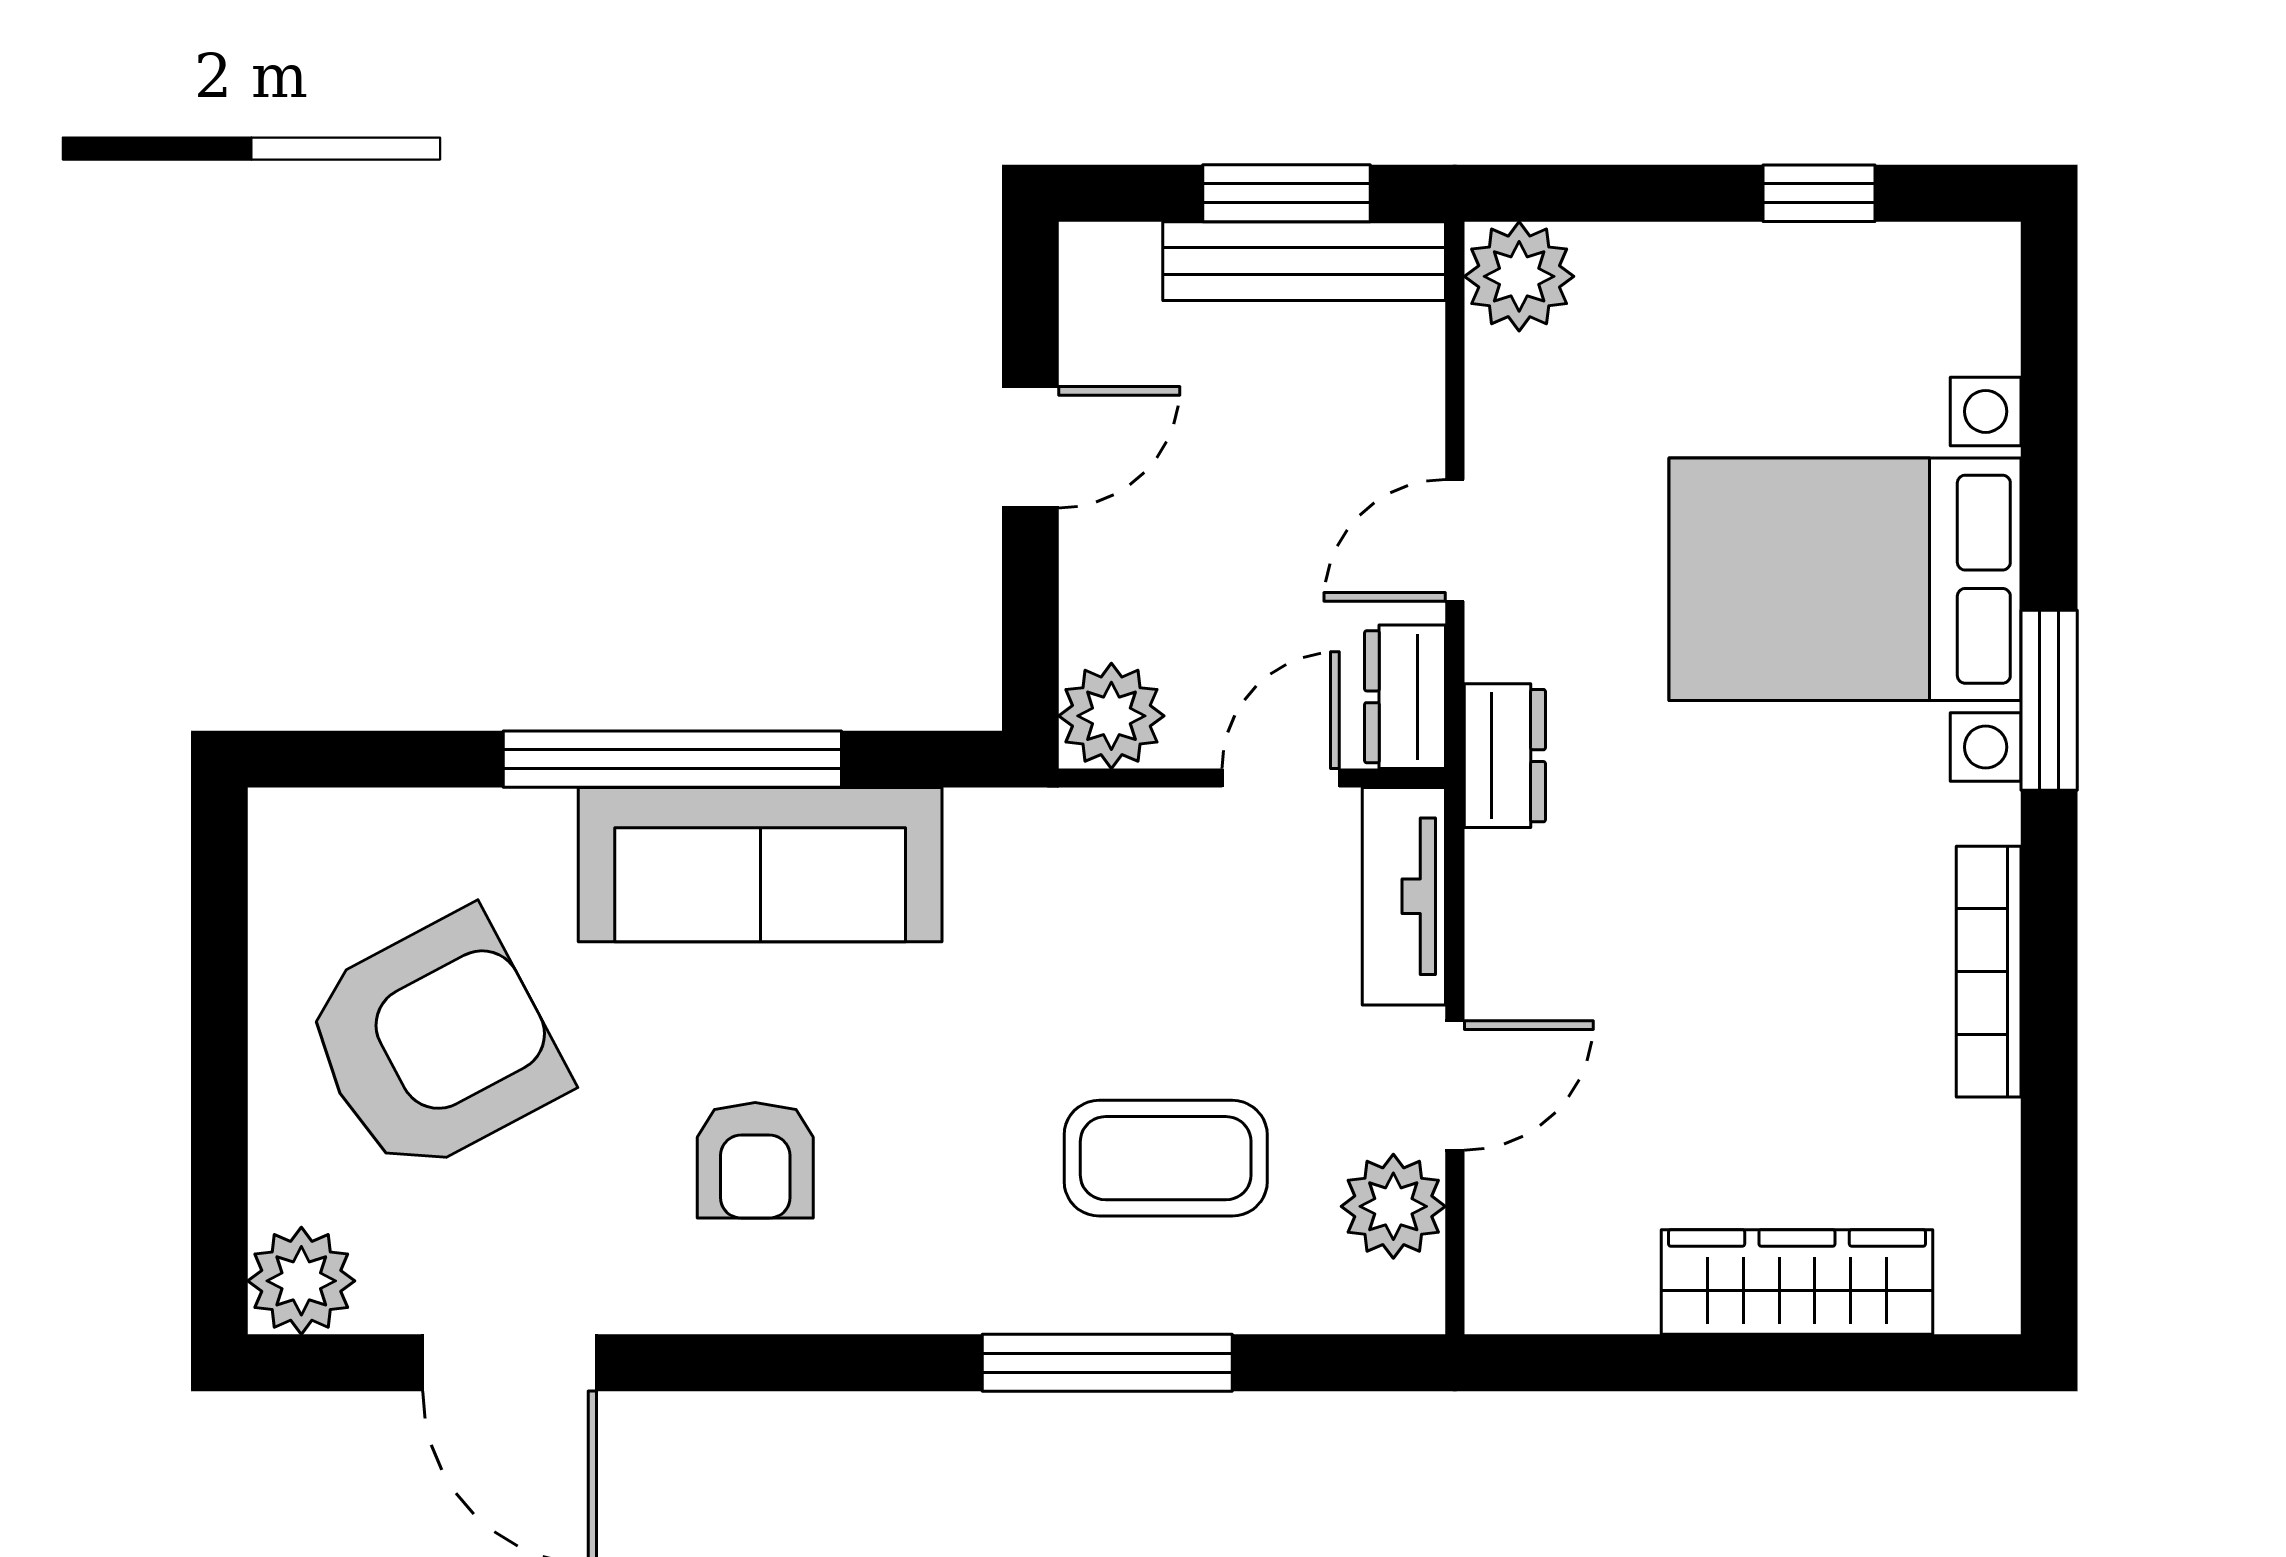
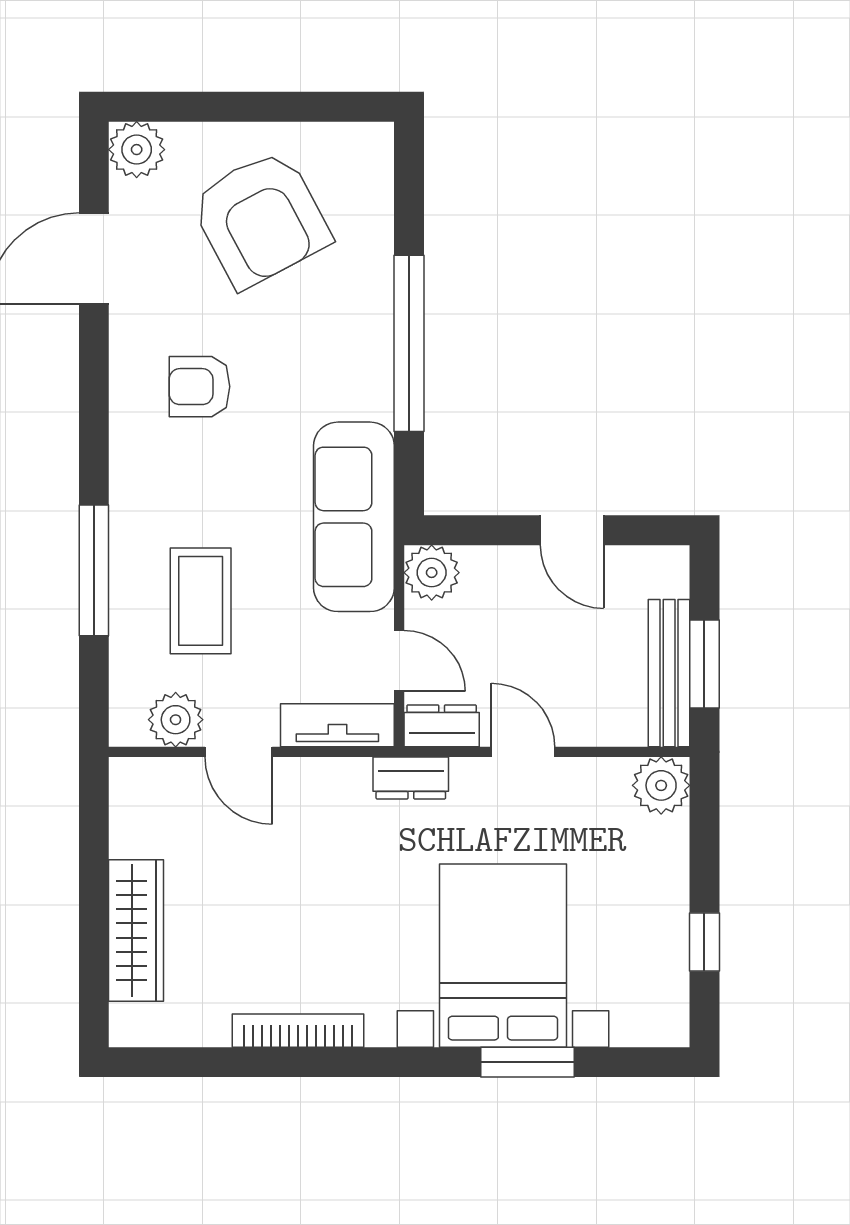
window: (2049, 700) -> (527, 1062), moved
sofa: (760, 865) -> (354, 517), moved

